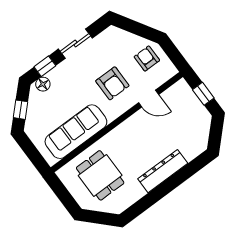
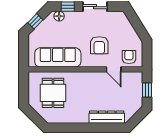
armchair: (147, 59) -> (129, 57), moved
dresser: (163, 171) -> (107, 117), moved

